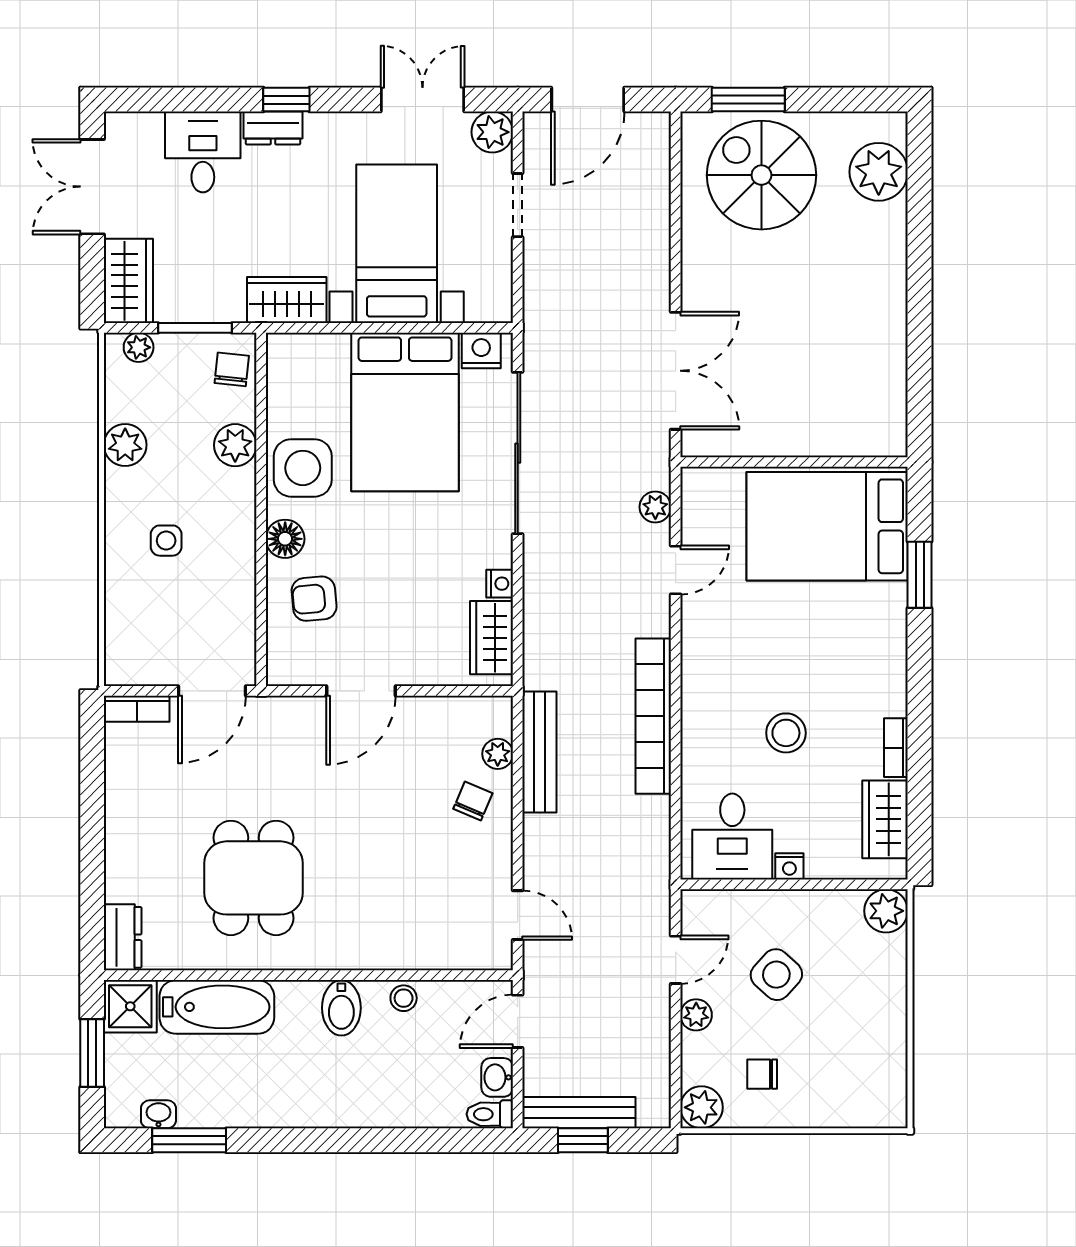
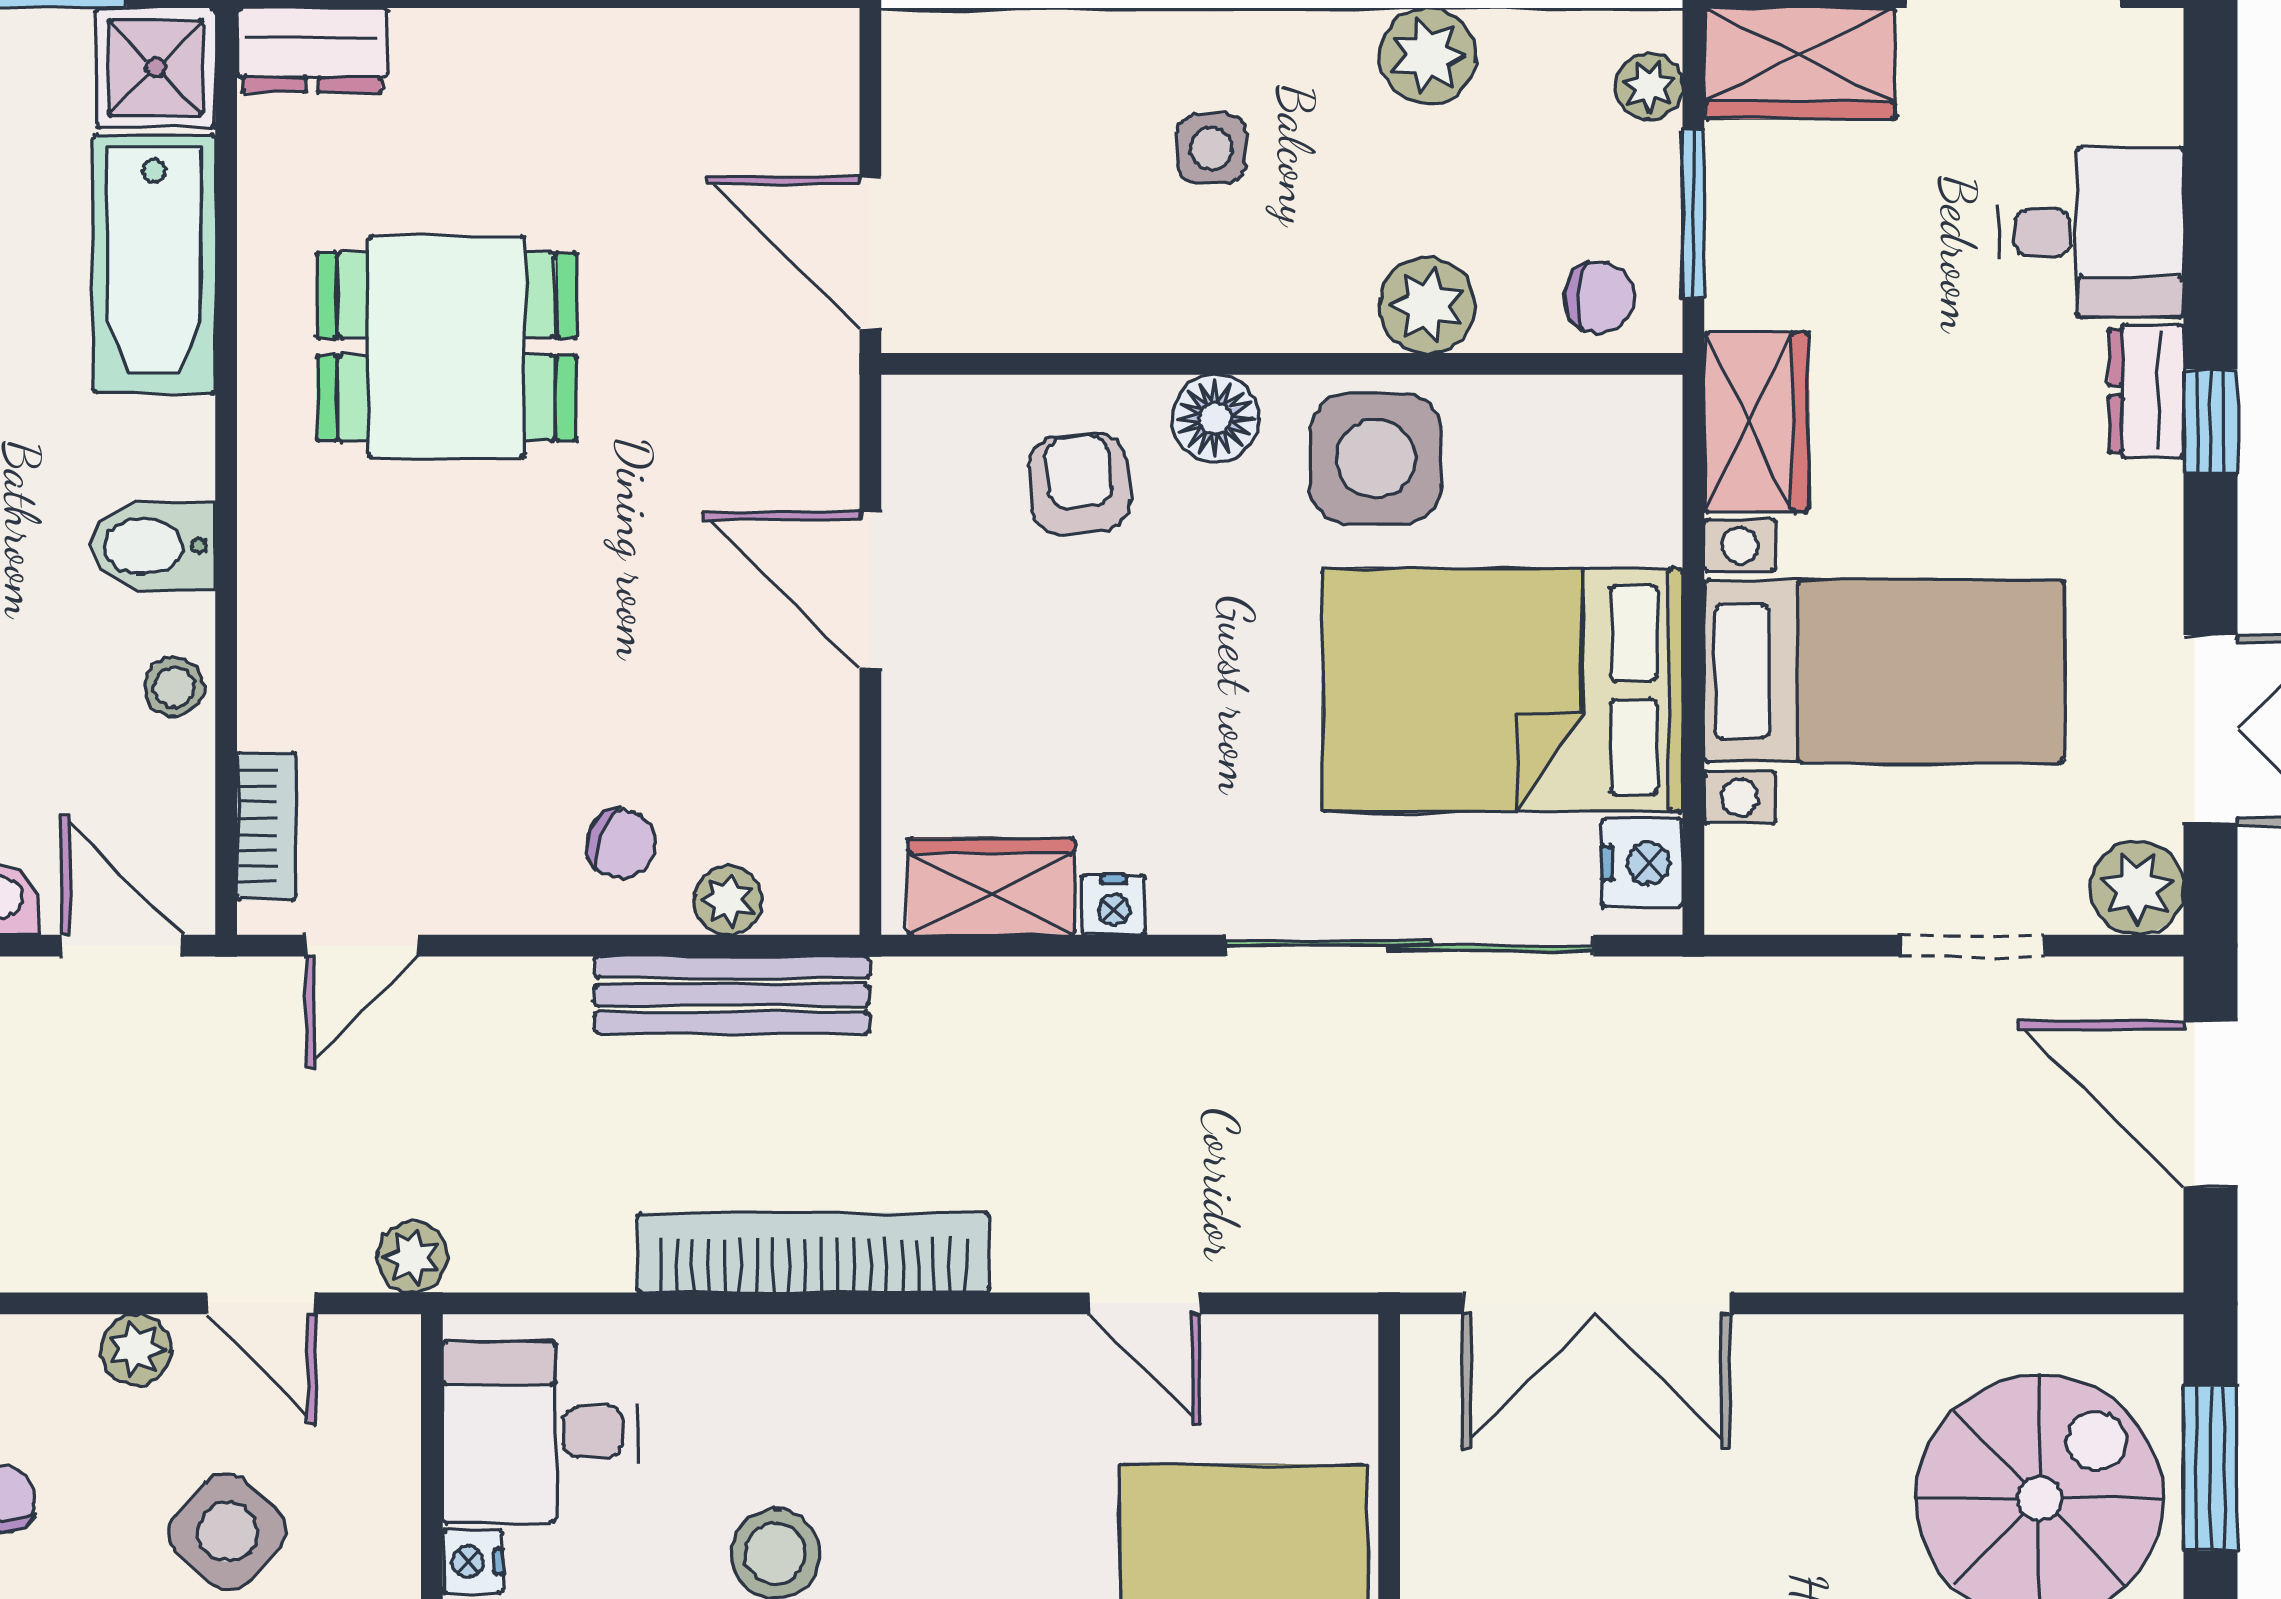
plant: (655, 507) -> (412, 1257), moved
bookcase: (137, 709) -> (266, 826), moved, turned 180

